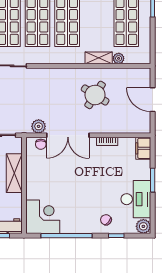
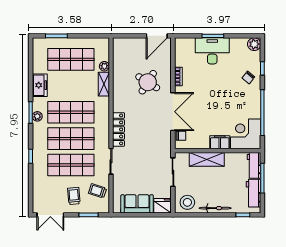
locker: (48, 74) -> (118, 129), added
round table: (95, 95) -> (148, 82), moved
door: (153, 100) -> (157, 36), moved
plant: (39, 126) -> (165, 138), removed
filing cabinet: (143, 148) -> (220, 142), moved, turned 180
desk: (136, 199) -> (212, 51), moved

